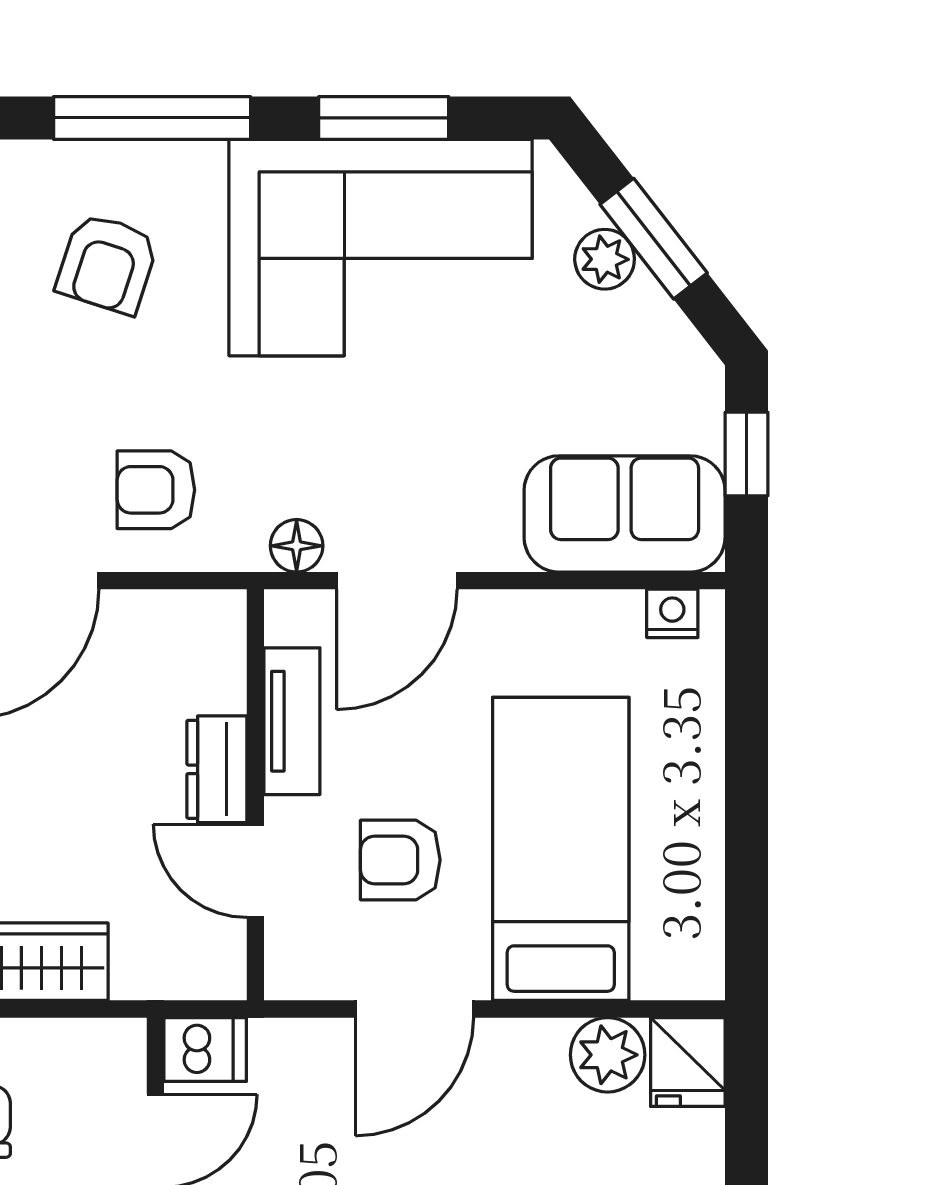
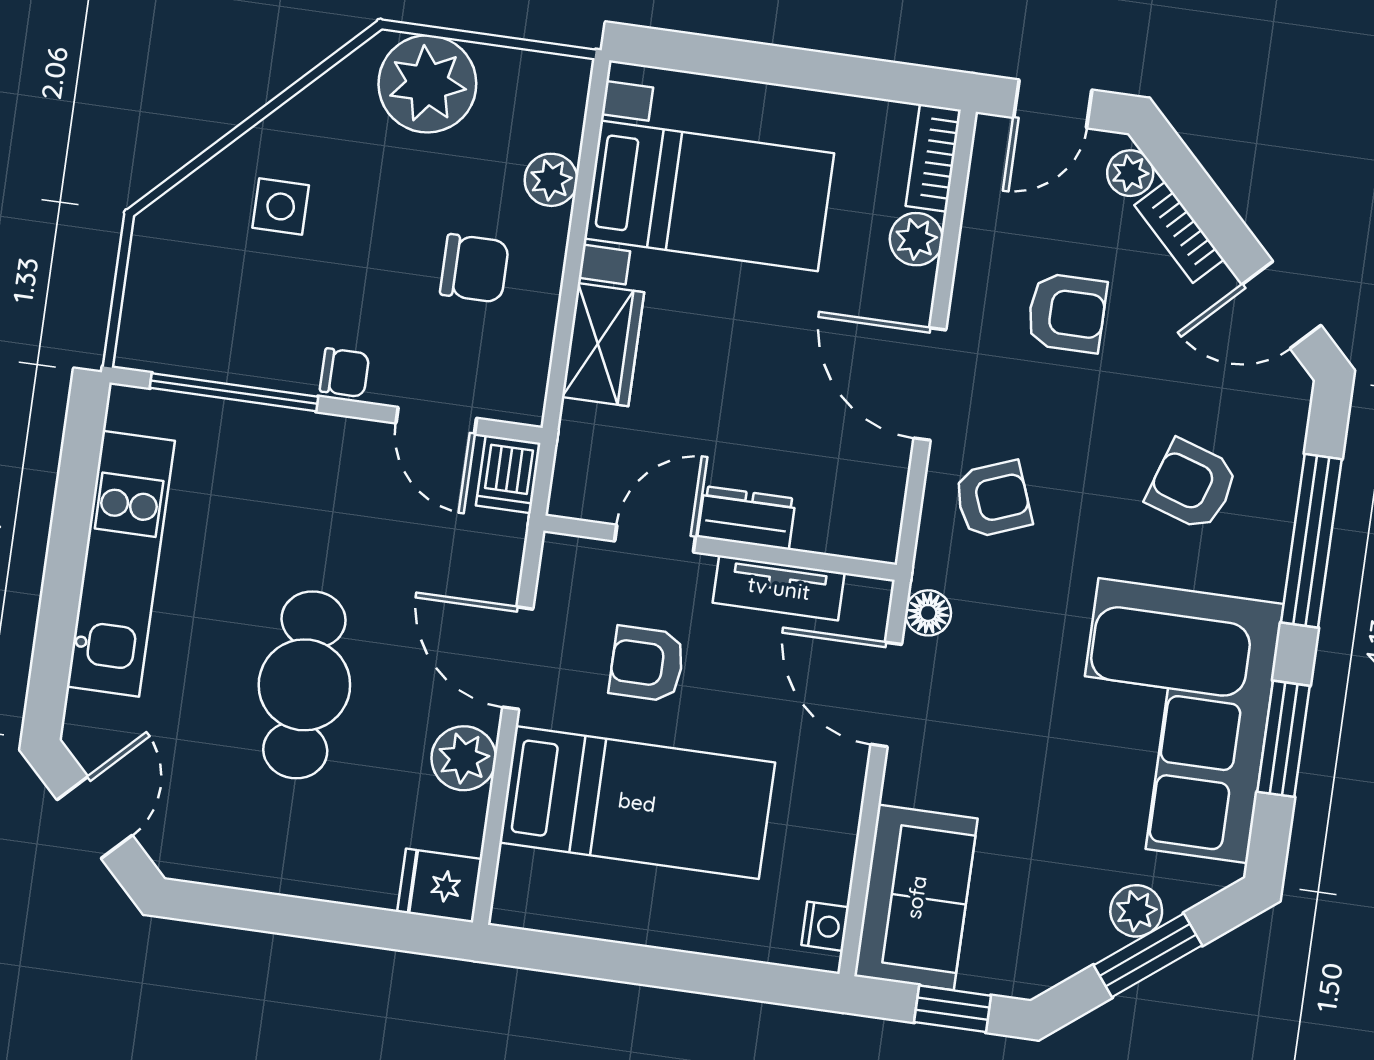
armchair: (156, 490) -> (993, 499), turned 69
armchair: (400, 860) -> (647, 664), turned -90
plant: (608, 1055) -> (464, 758), moved

